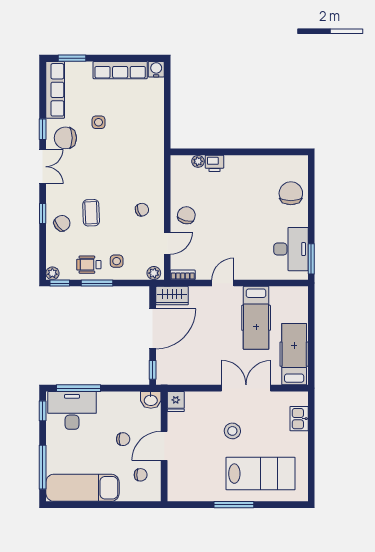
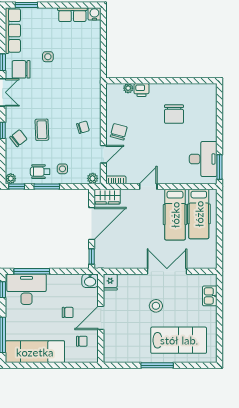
row of seats: (120, 70) -> (72, 15), width x0.68
chair: (291, 193) -> (174, 114), moved, turned 180
hospital bed: (294, 354) -> (199, 214), moved, turned 180

